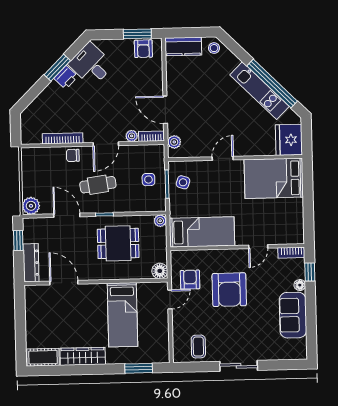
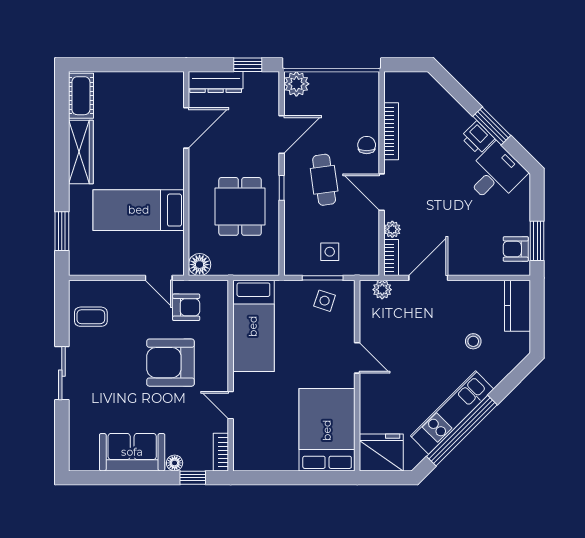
stool: (214, 48) -> (473, 341), moved
plant: (160, 221) -> (271, 267), removed

